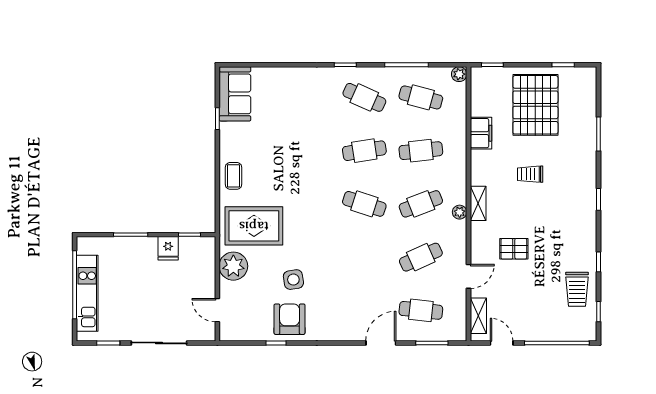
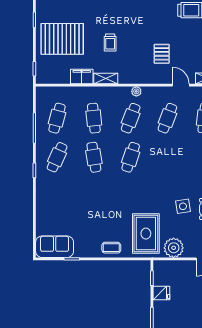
plant: (459, 74) -> (41, 92), removed
shelving: (478, 203) -> (106, 79), moved
cafe table: (421, 204) -> (131, 118), turned 42
cafe table: (421, 257) -> (167, 118), turned 45

